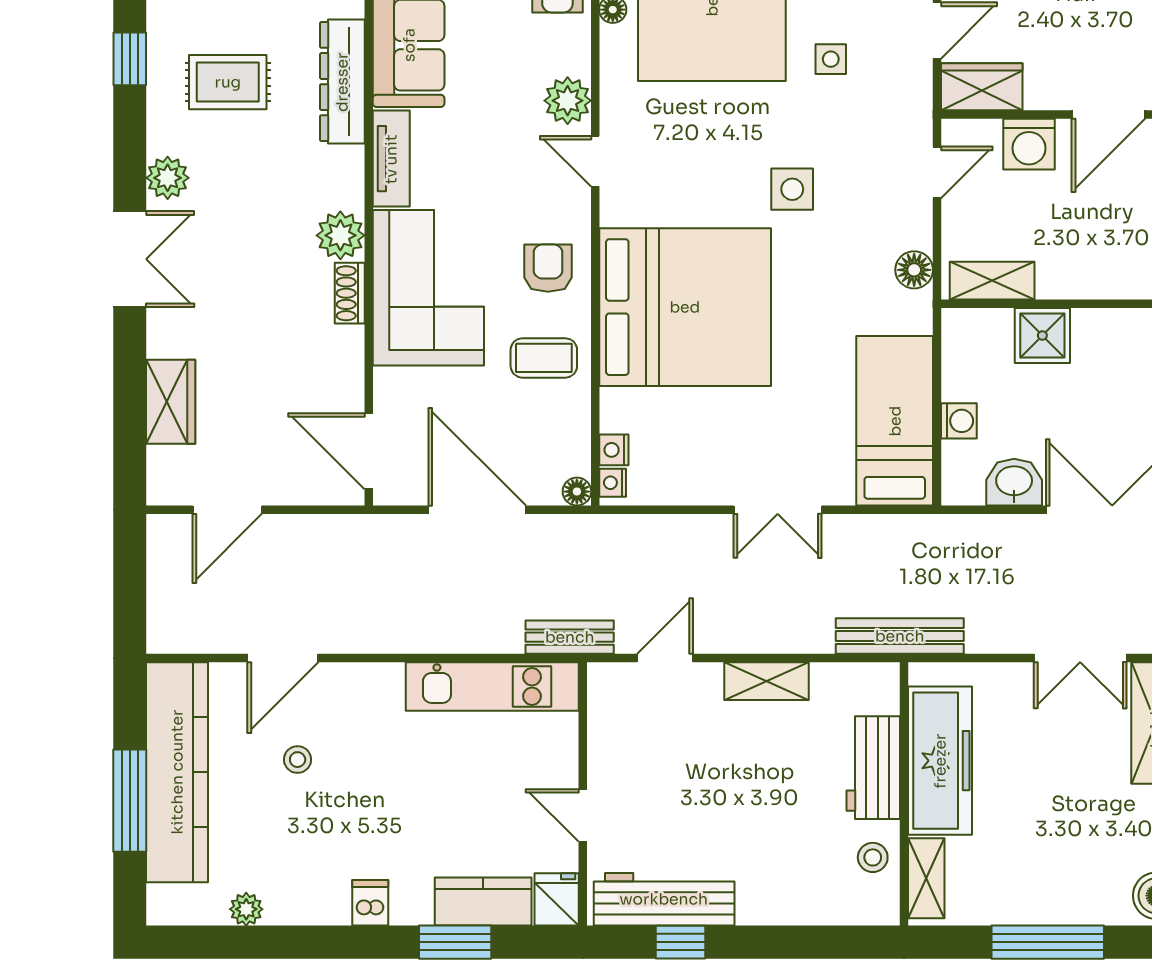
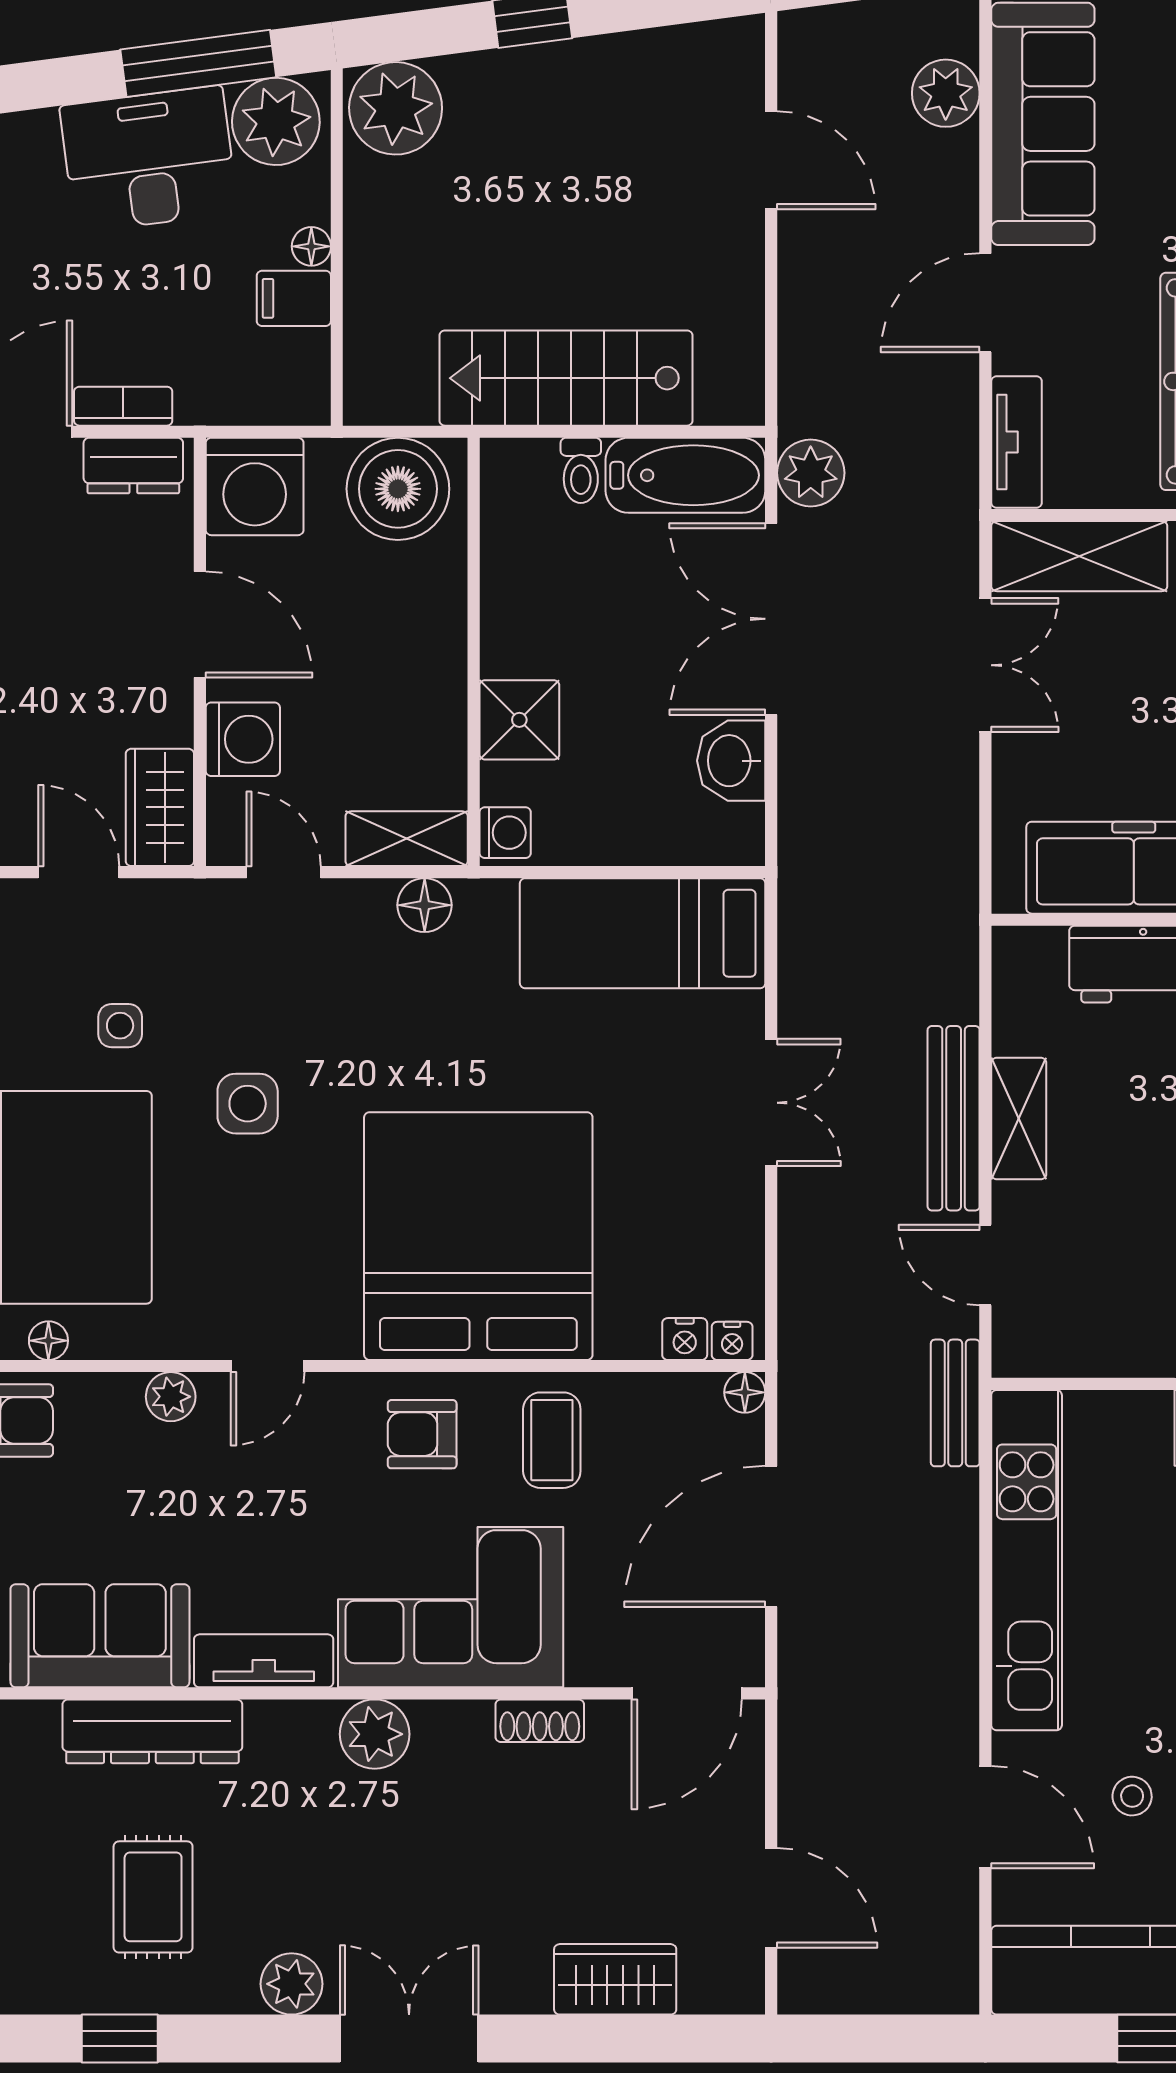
plant: (568, 101) -> (171, 1397), width x0.73, depth x0.73
side table: (792, 189) -> (248, 1104), moved
shelving: (992, 281) -> (407, 839), moved, turned 90
shoe rack: (350, 293) -> (540, 1721), moved
washing machine: (959, 421) -> (505, 833), moved, turned 90
bench: (900, 636) -> (954, 1118), moved
kitchen unit: (492, 687) -> (1027, 1560), width x1.36

